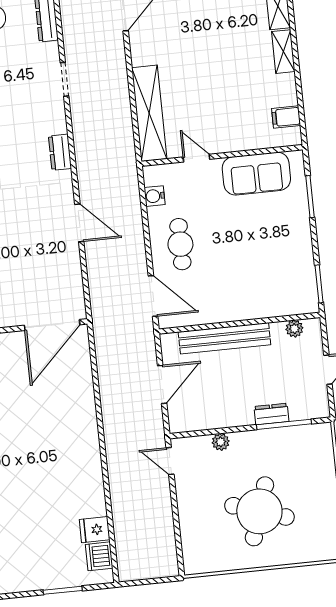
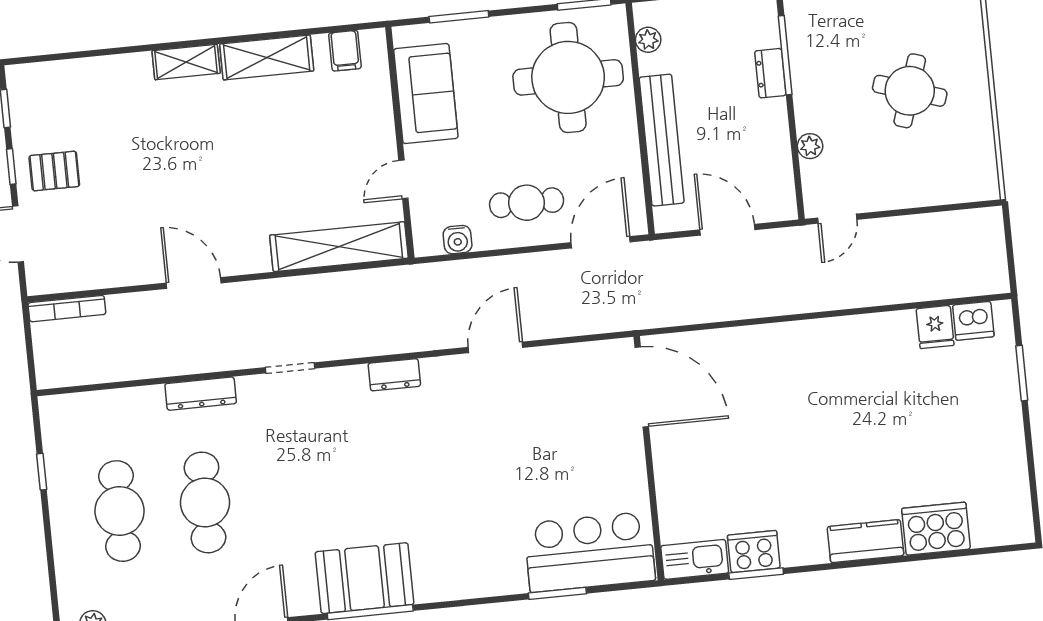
shelving: (283, 52) -> (267, 57), width x1.50, depth x1.33
round table: (268, 273) -> (568, 77), added
round table: (259, 511) -> (910, 91), width x0.73, depth x0.73

